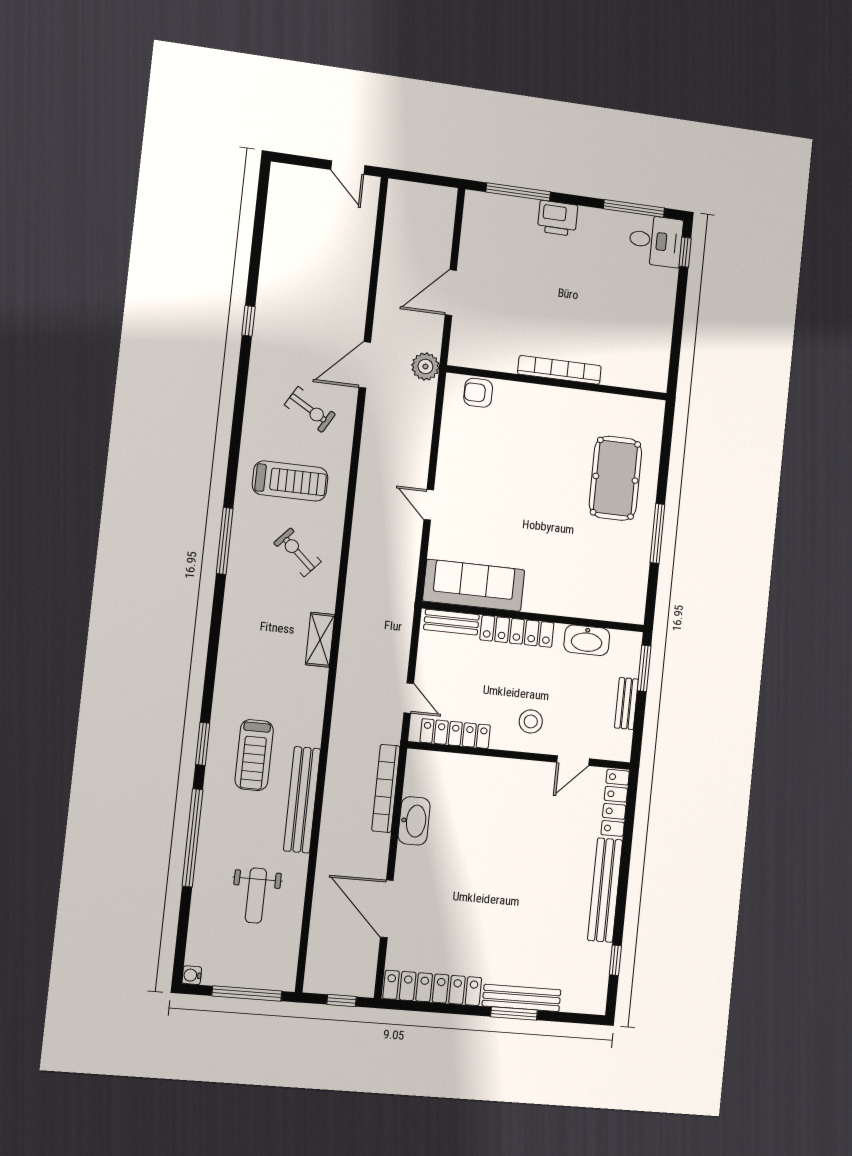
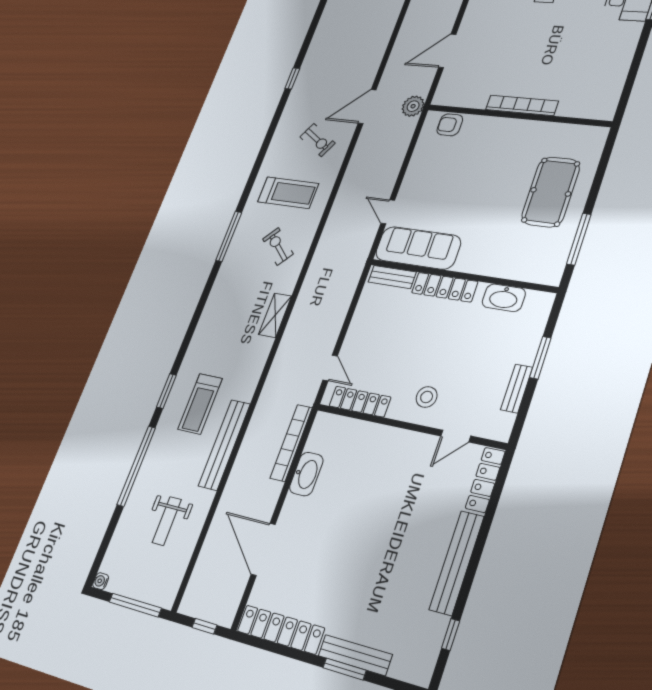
sofa: (474, 585) -> (418, 248), moved
wall: (534, 617) -> (462, 276), moved
bench: (451, 622) -> (392, 277), moved
locker: (517, 631) -> (445, 287), moved
washbasin: (587, 640) -> (504, 298), moved

